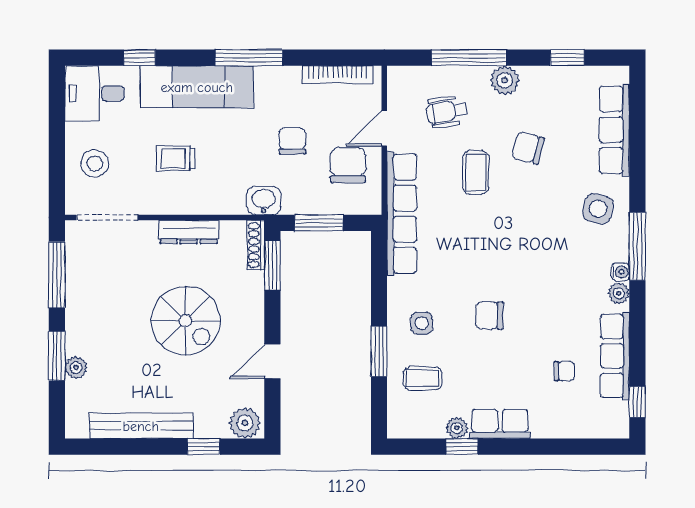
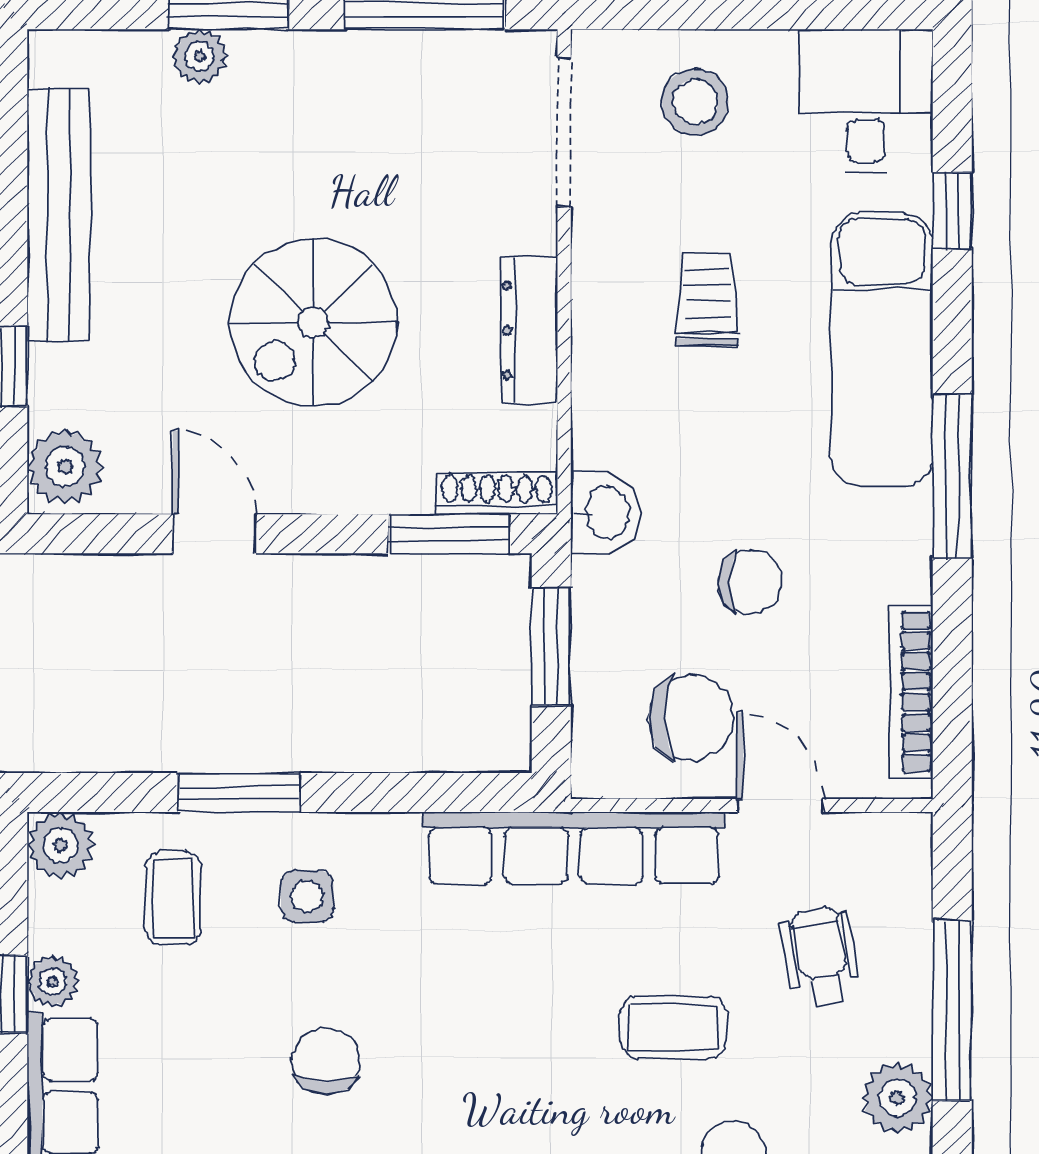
plant: (401, 425) -> (61, 845), added

